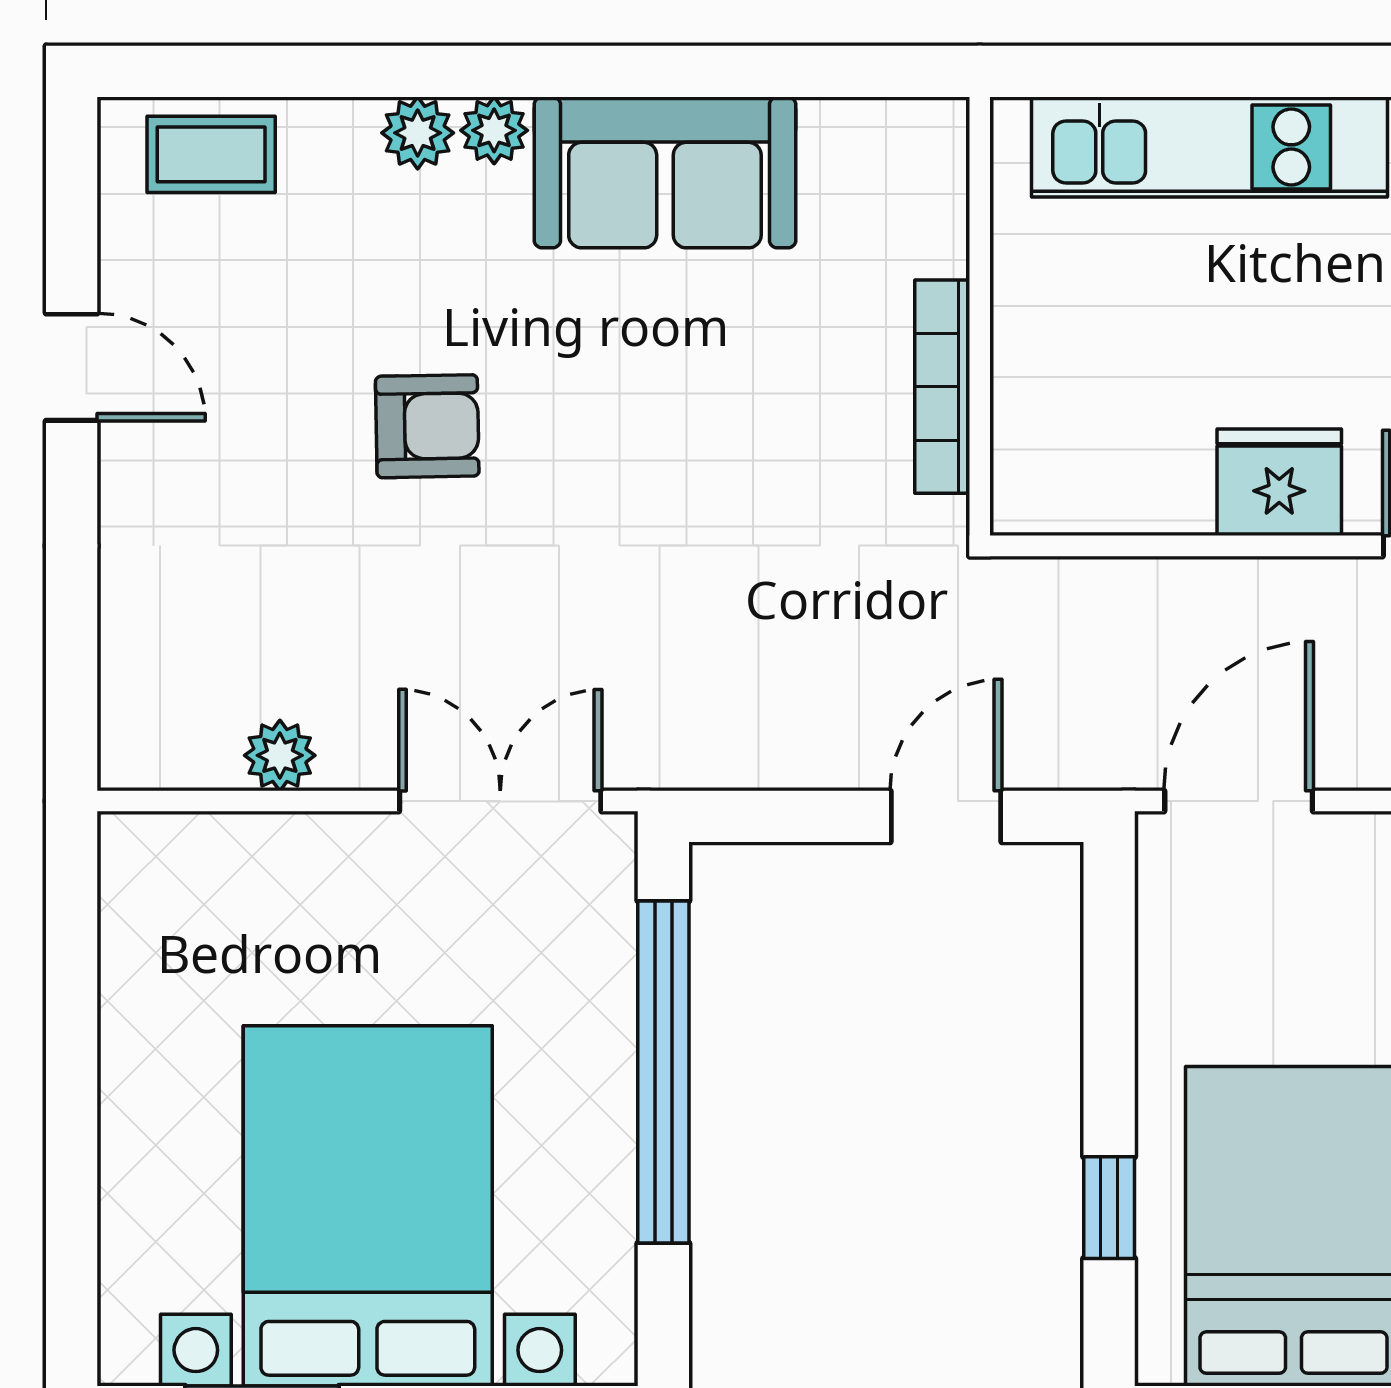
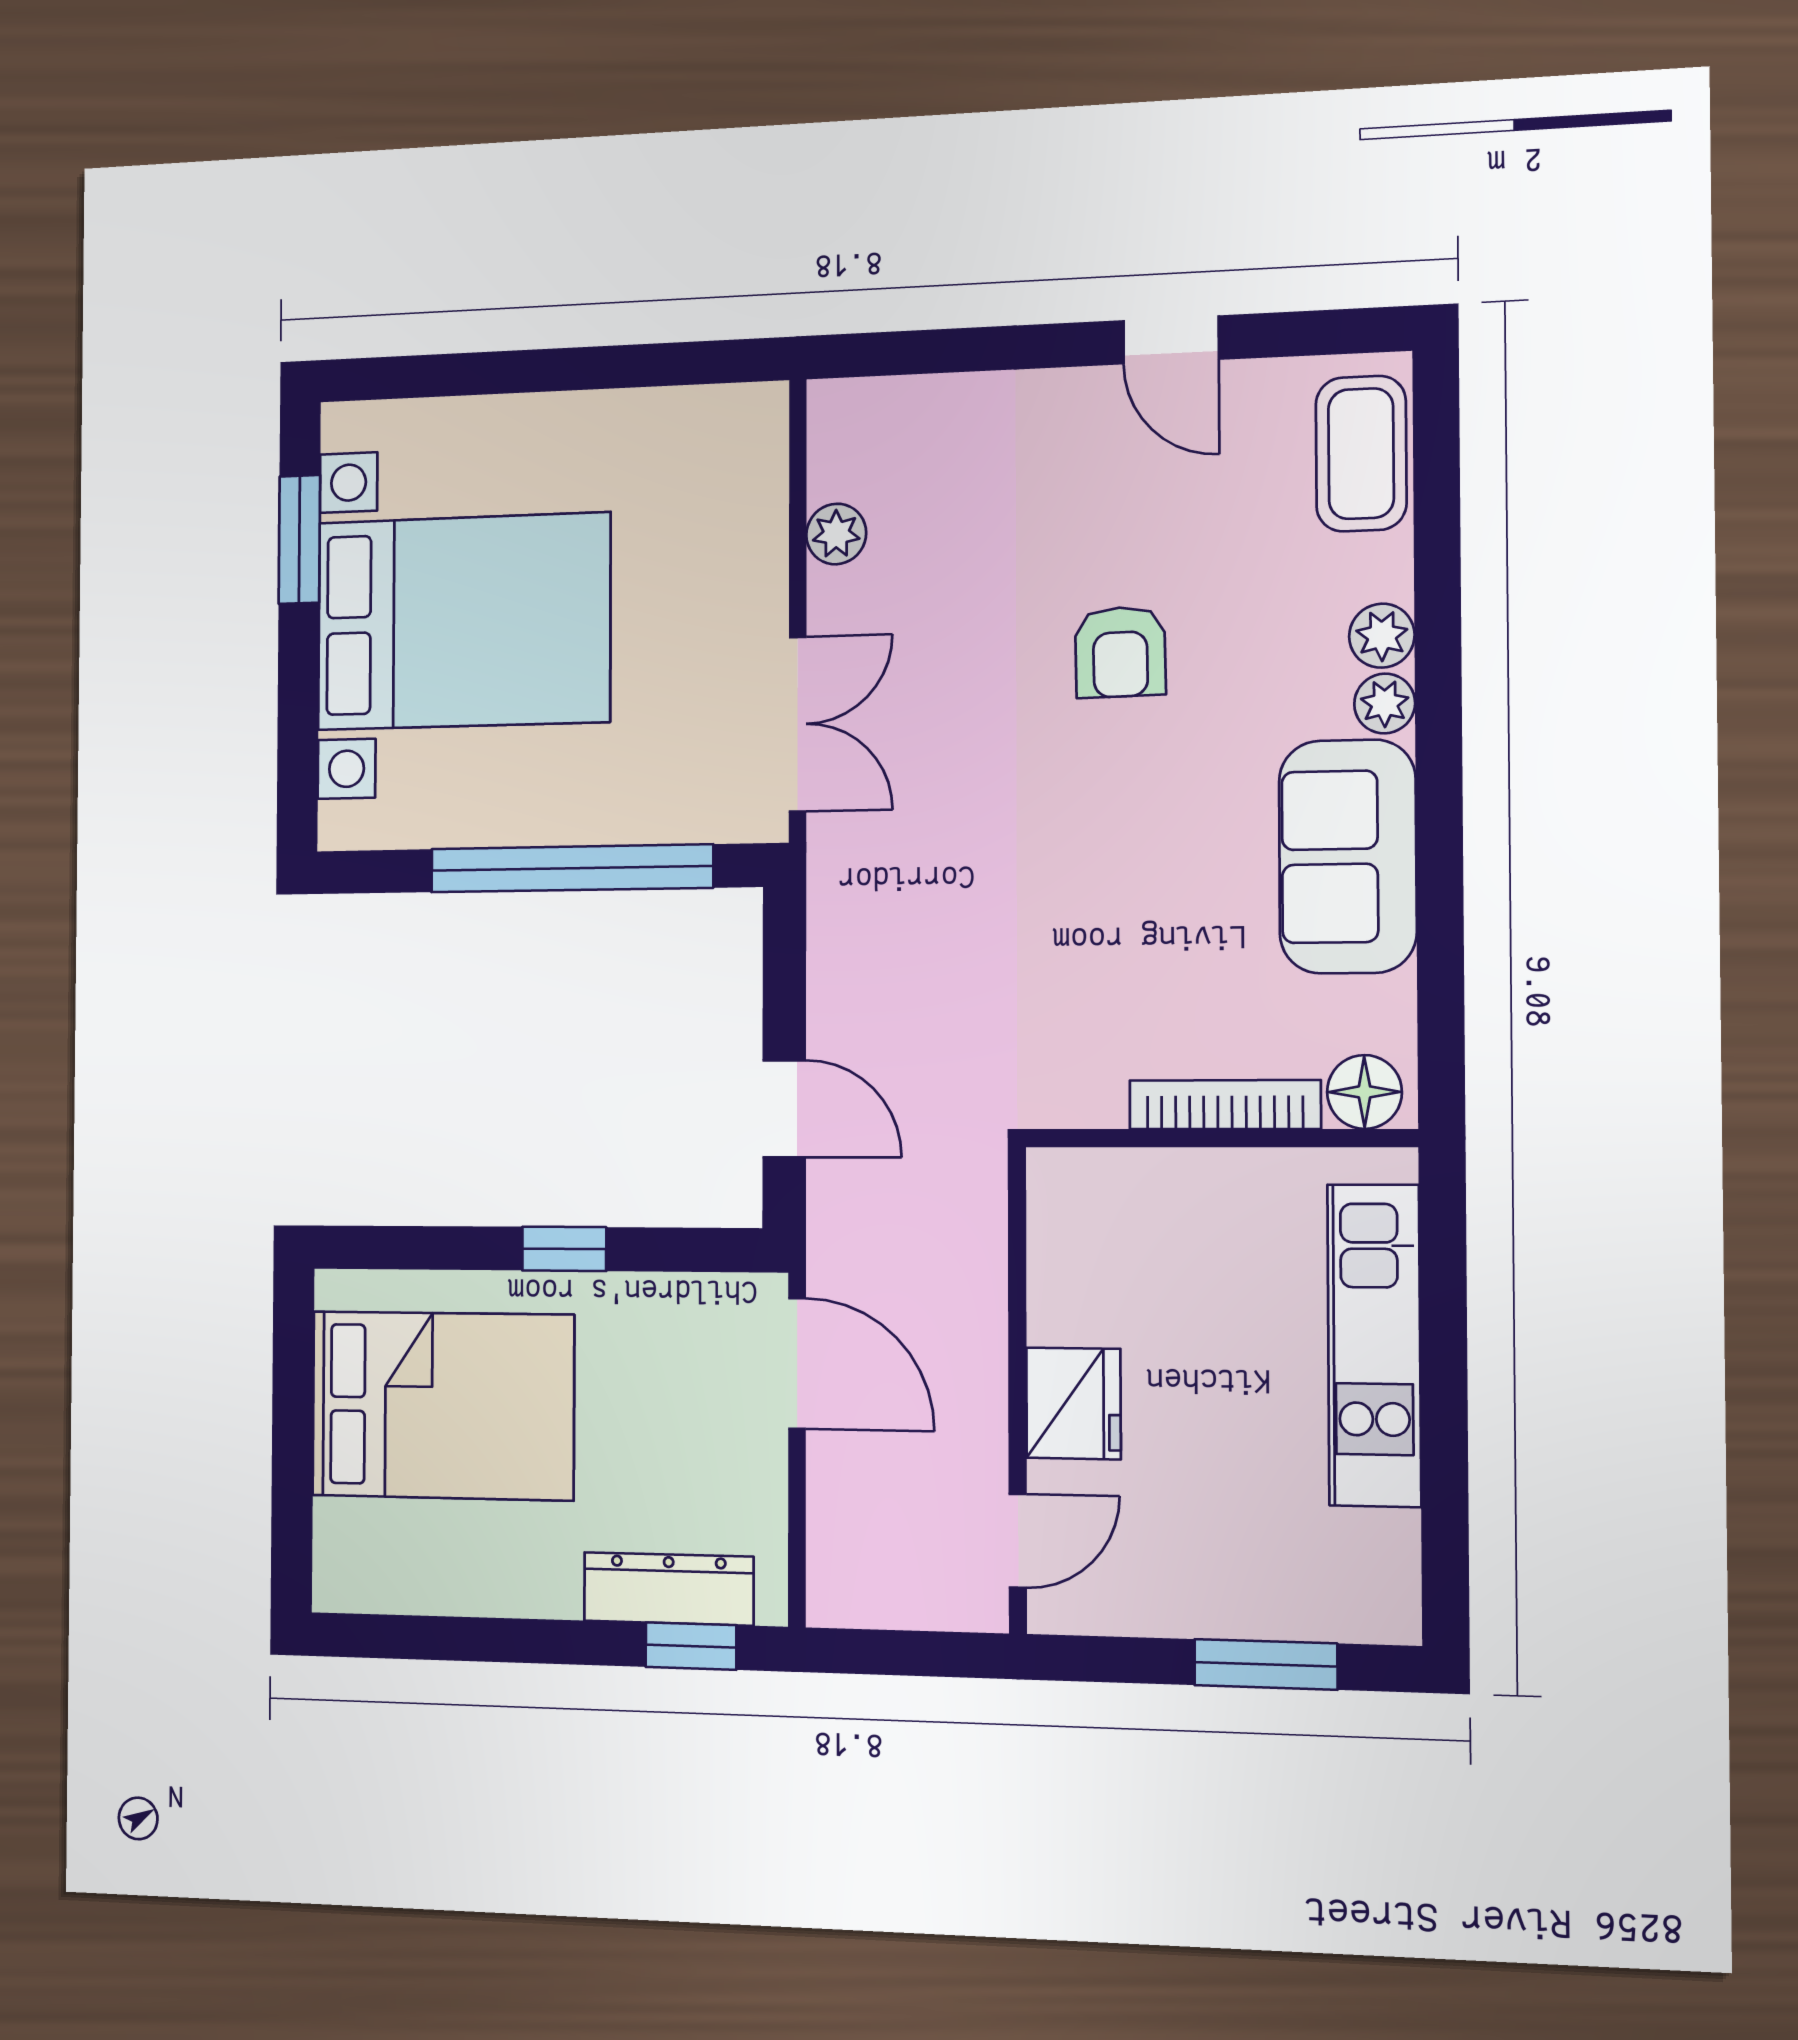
coffee table: (211, 154) -> (1361, 454), width x1.36, depth x1.30
floor lamp: (928, 156) -> (1364, 1092), added
door: (72, 367) -> (1171, 340), hinge flipped
bookcase: (942, 387) -> (1225, 1105), moved
window: (1109, 1208) -> (564, 1249), moved

